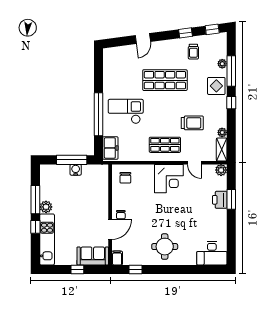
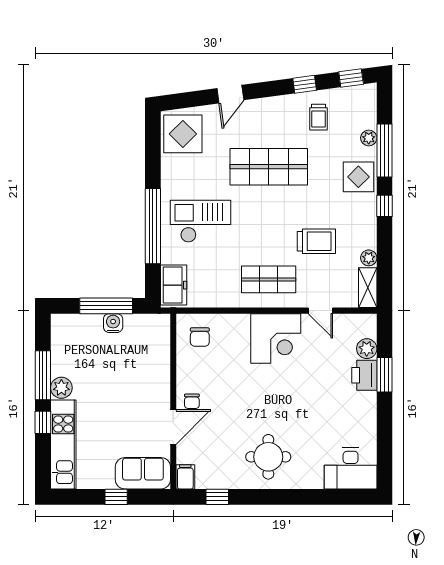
display table: (116, 61) -> (183, 134), added
plant: (221, 170) -> (367, 349), moved

